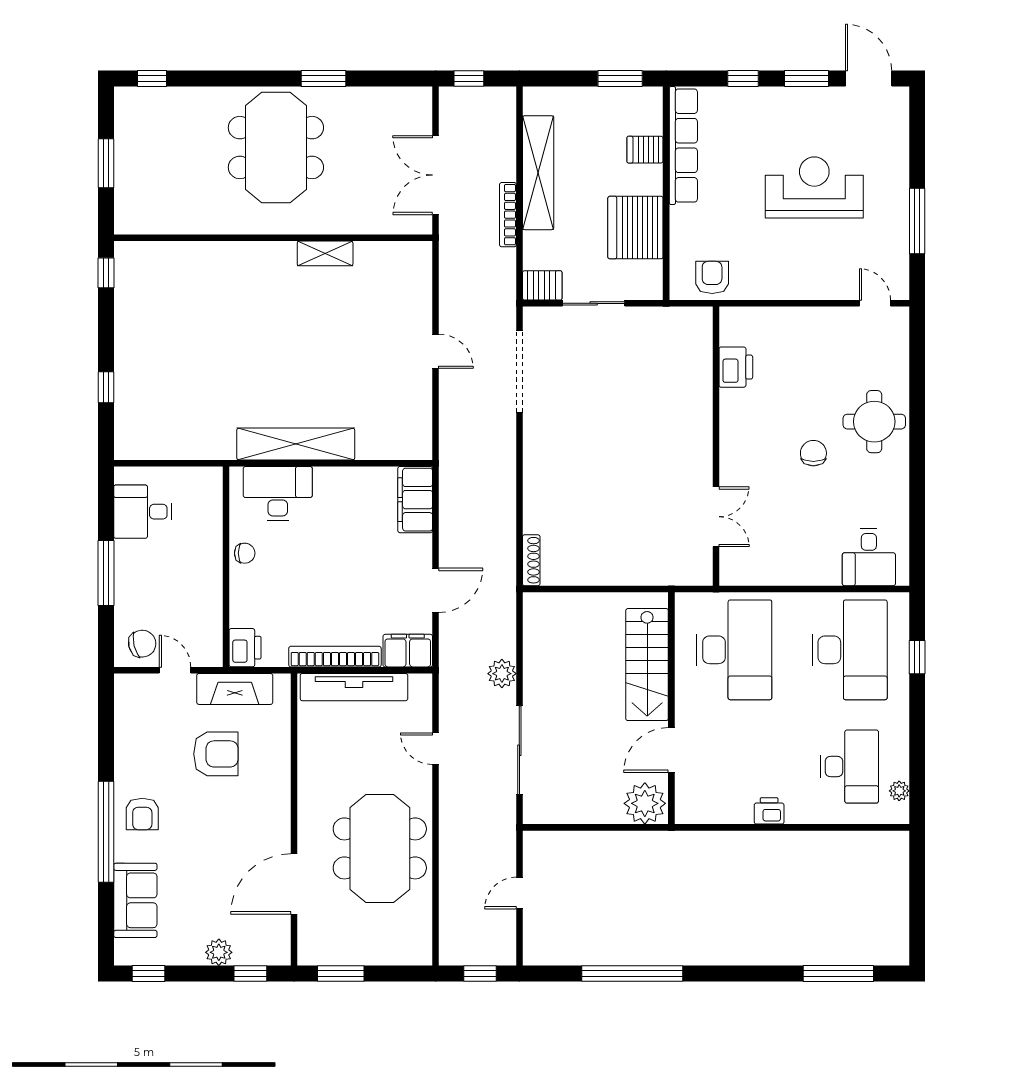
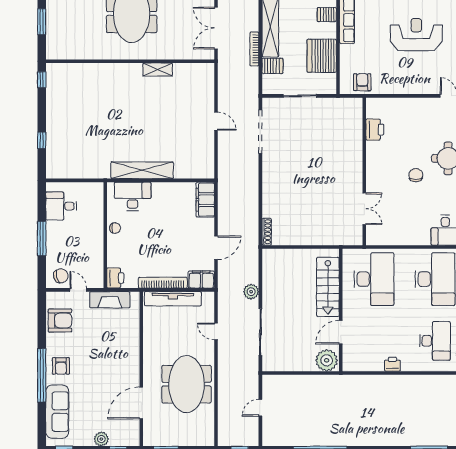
server rack: (542, 285) -> (272, 66), moved
armchair: (216, 754) -> (60, 321), moved
sofa: (135, 900) -> (57, 412), width x1.36

